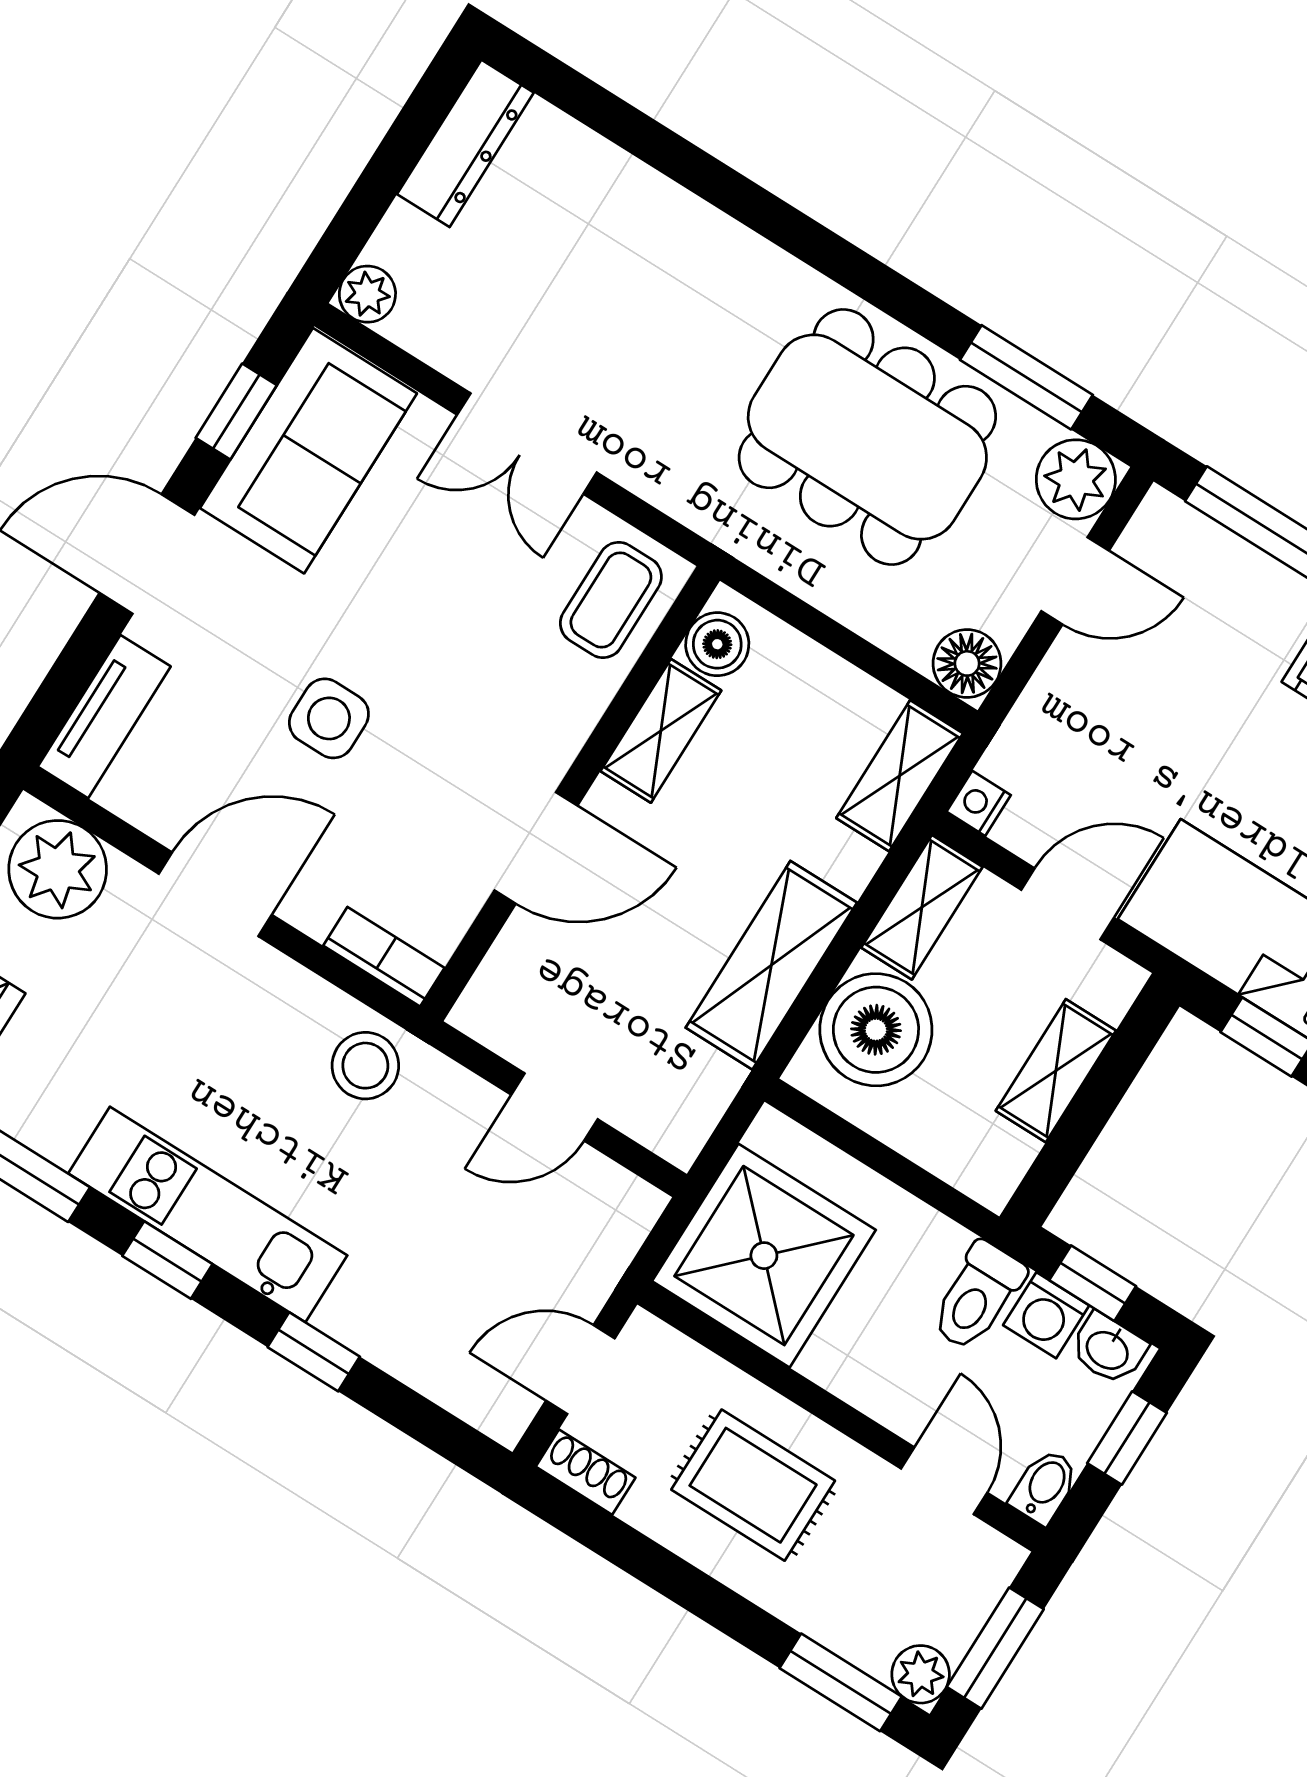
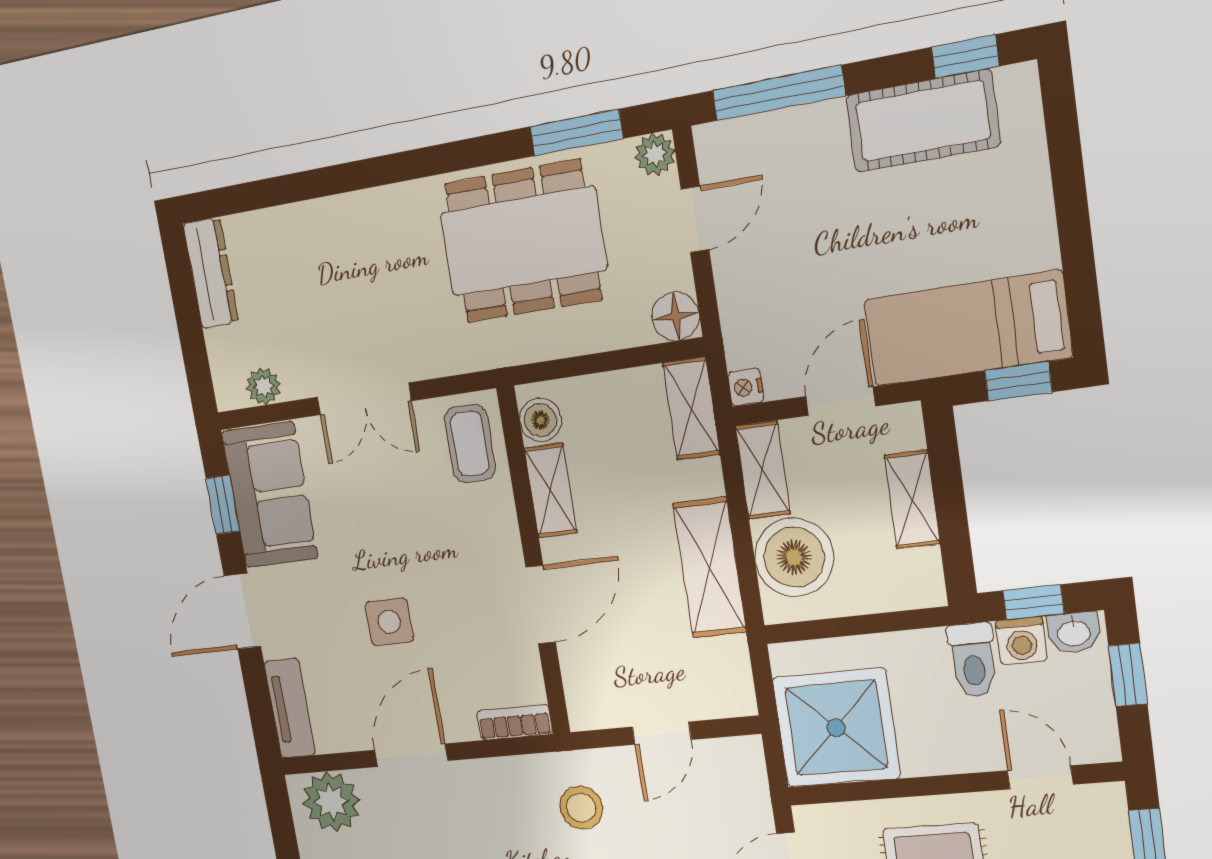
plant: (367, 294) -> (263, 386), moved
plant: (1076, 479) -> (655, 154), width x0.73, depth x0.73
stool: (365, 1066) -> (581, 808), moved
bidet: (1044, 1487) -> (1102, 738), removed

